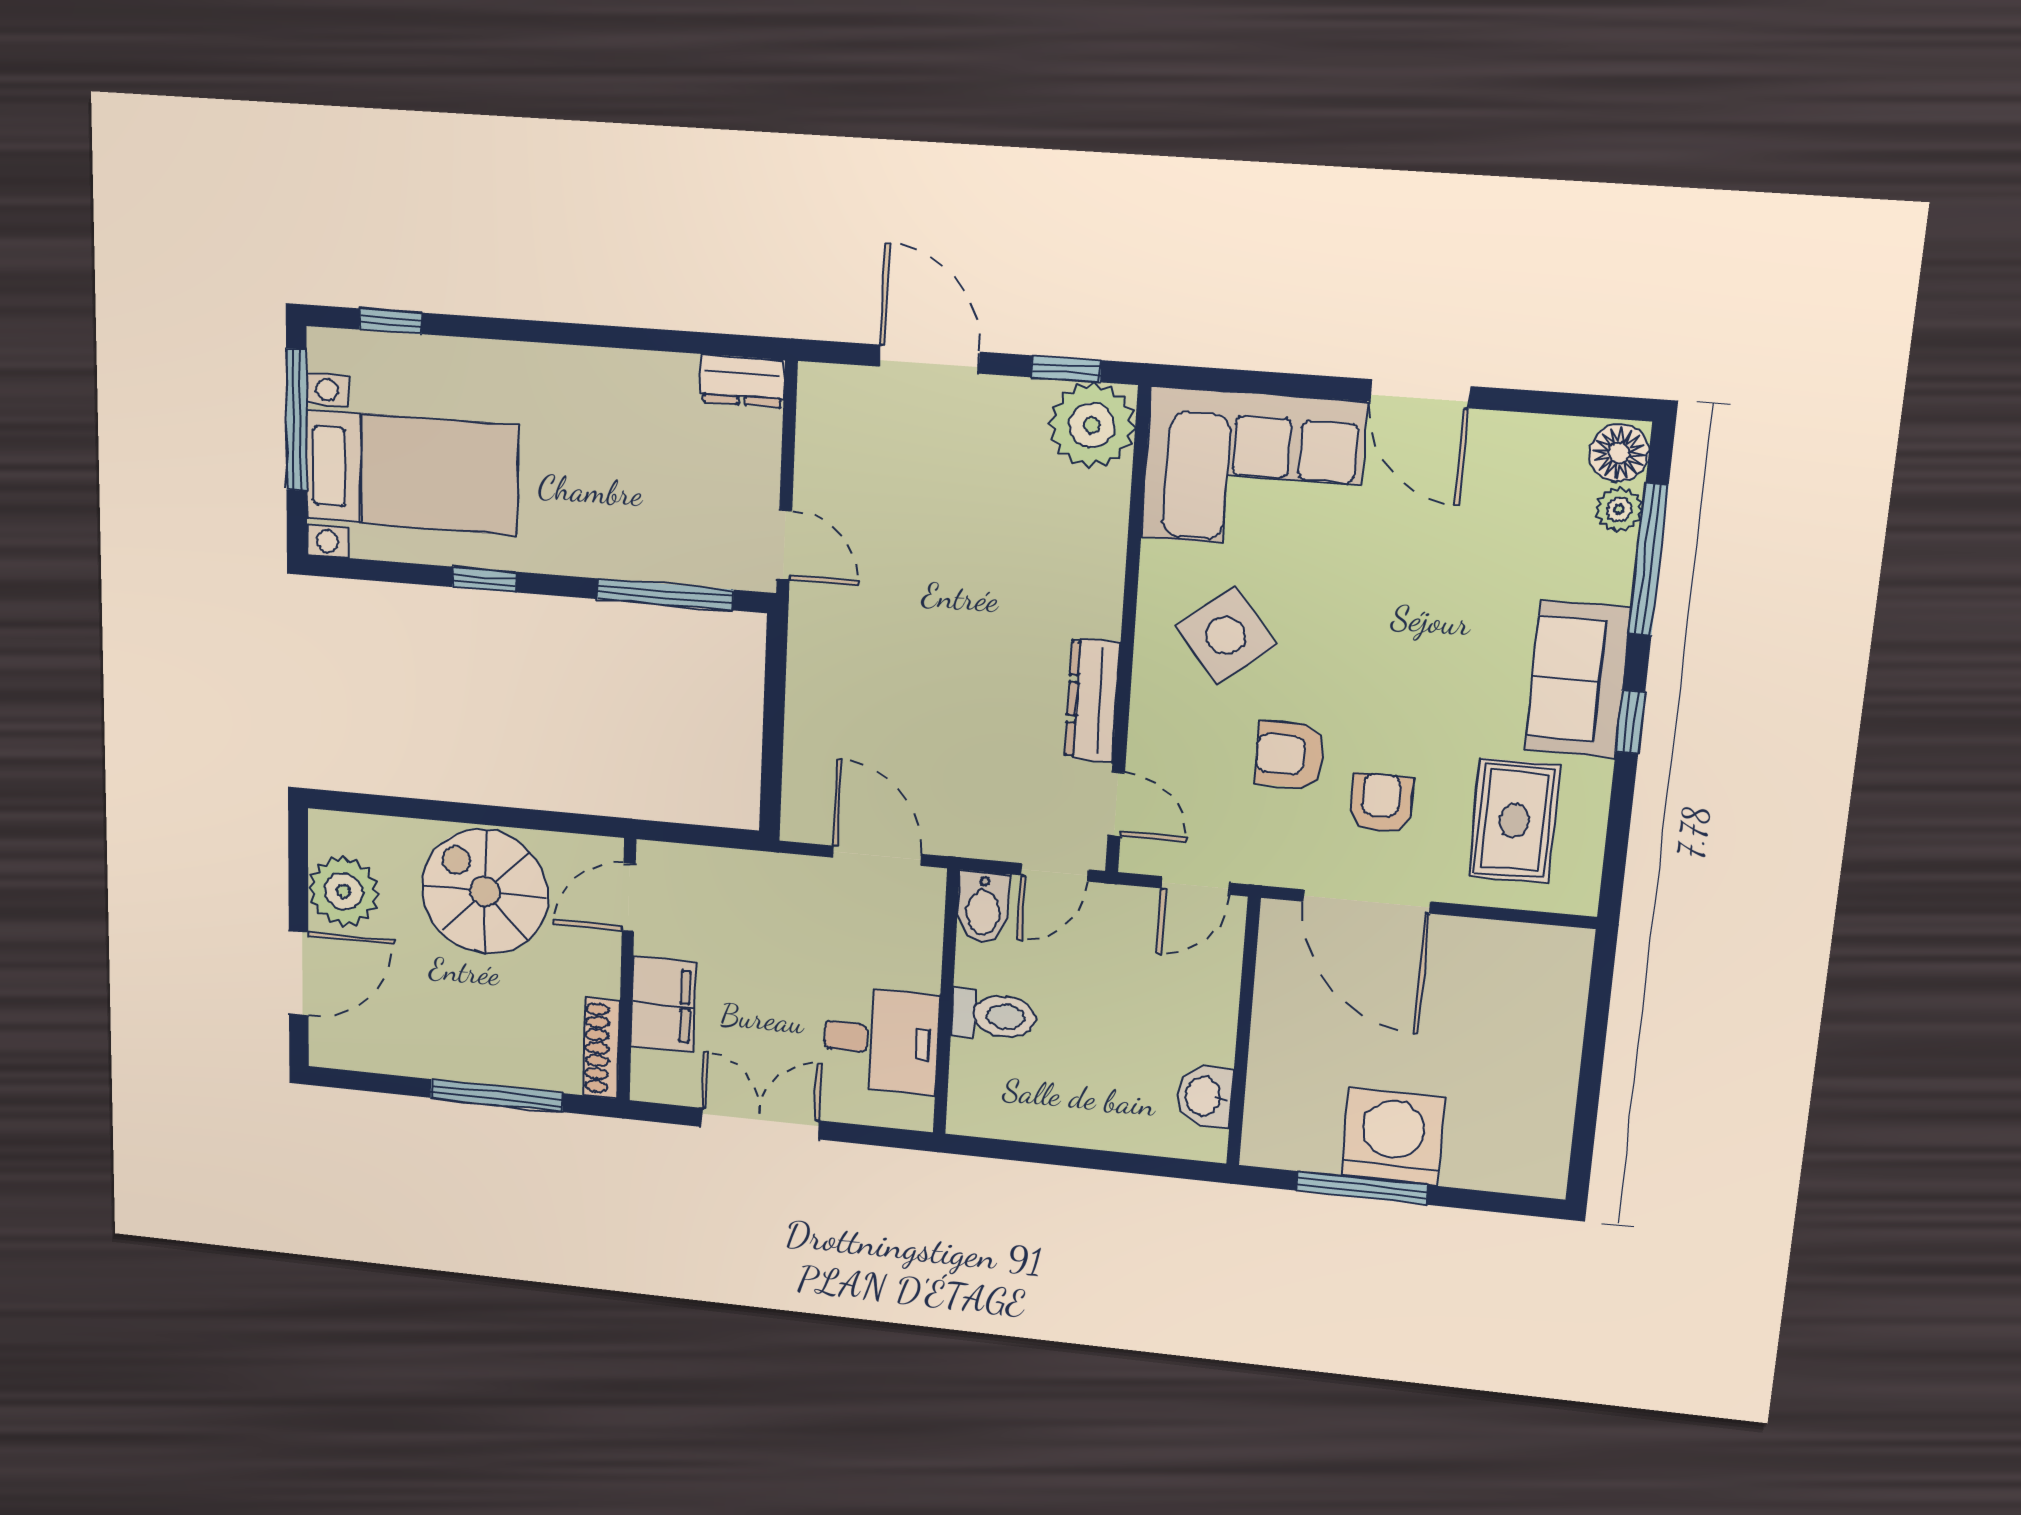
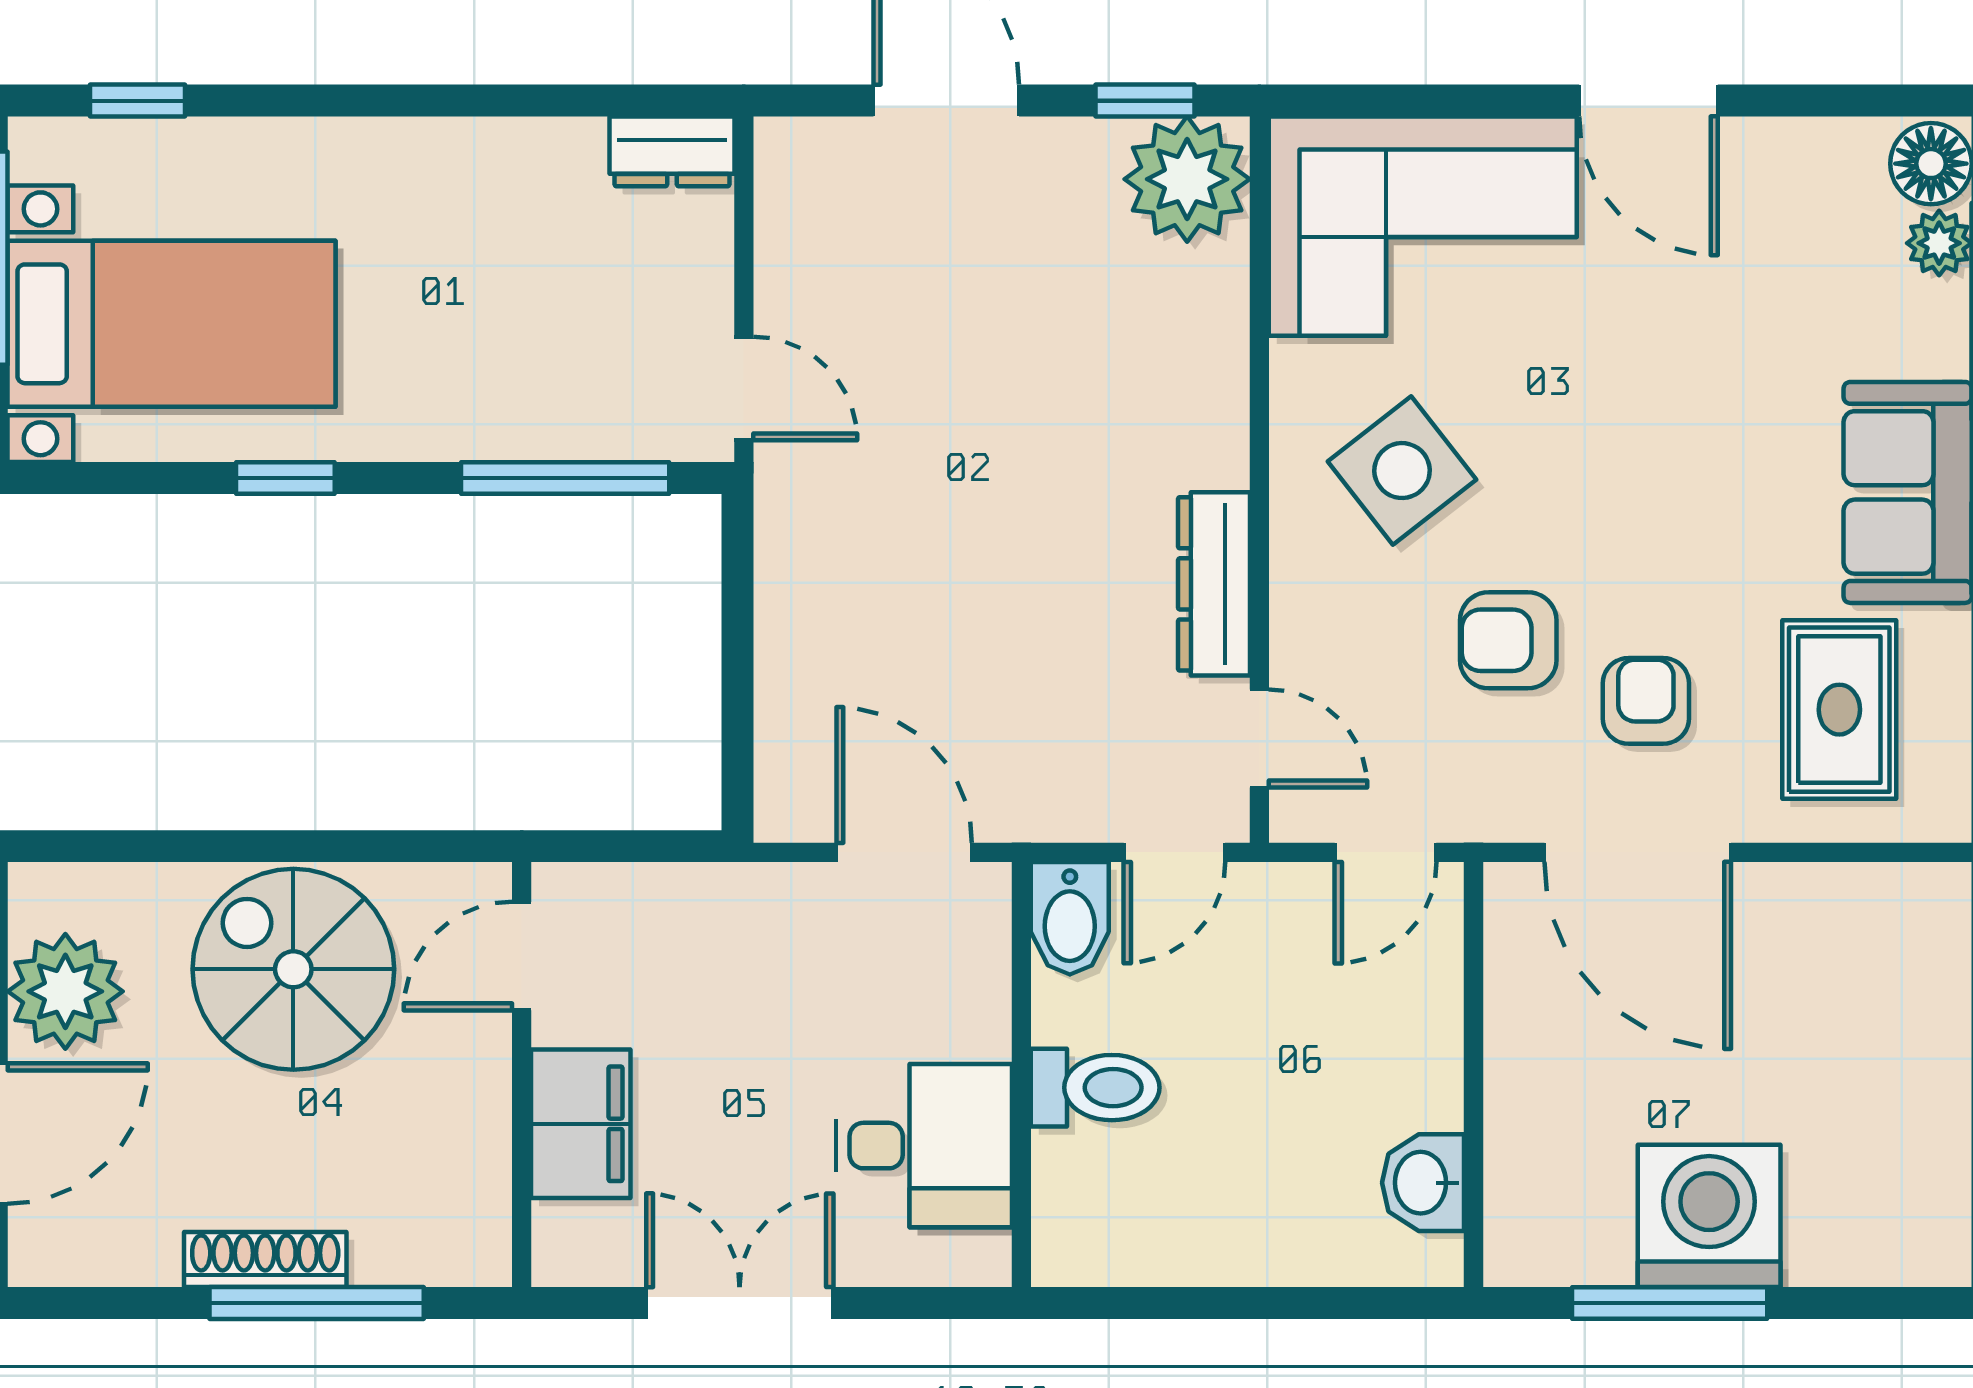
shoe rack: (602, 1048) -> (265, 1260), moved, turned 90

